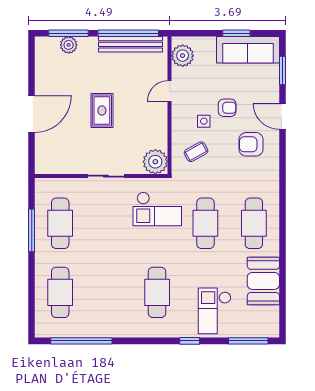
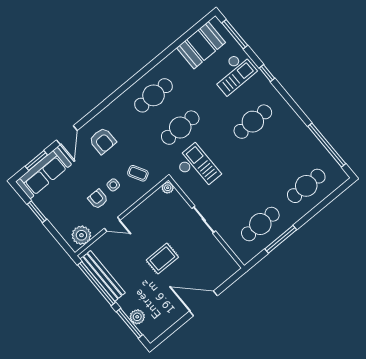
sofa: (248, 50) -> (44, 173), moved, turned 90
armchair: (227, 108) -> (98, 199), moved
plant: (155, 162) -> (168, 188), width x0.53, depth x0.53
booth: (263, 281) -> (201, 45), moved

